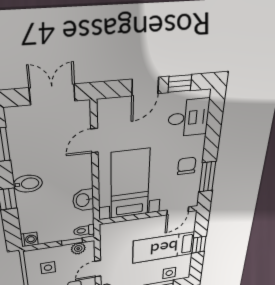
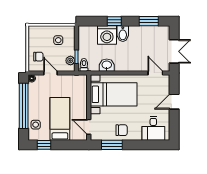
window: (180, 84) -> (174, 121), removed
door: (145, 86) -> (174, 102), hinge flipped
door: (94, 141) -> (155, 73), moved
washing machine: (29, 239) -> (107, 35), moved, width x1.89, depth x1.89
window: (199, 245) -> (44, 145), moved

